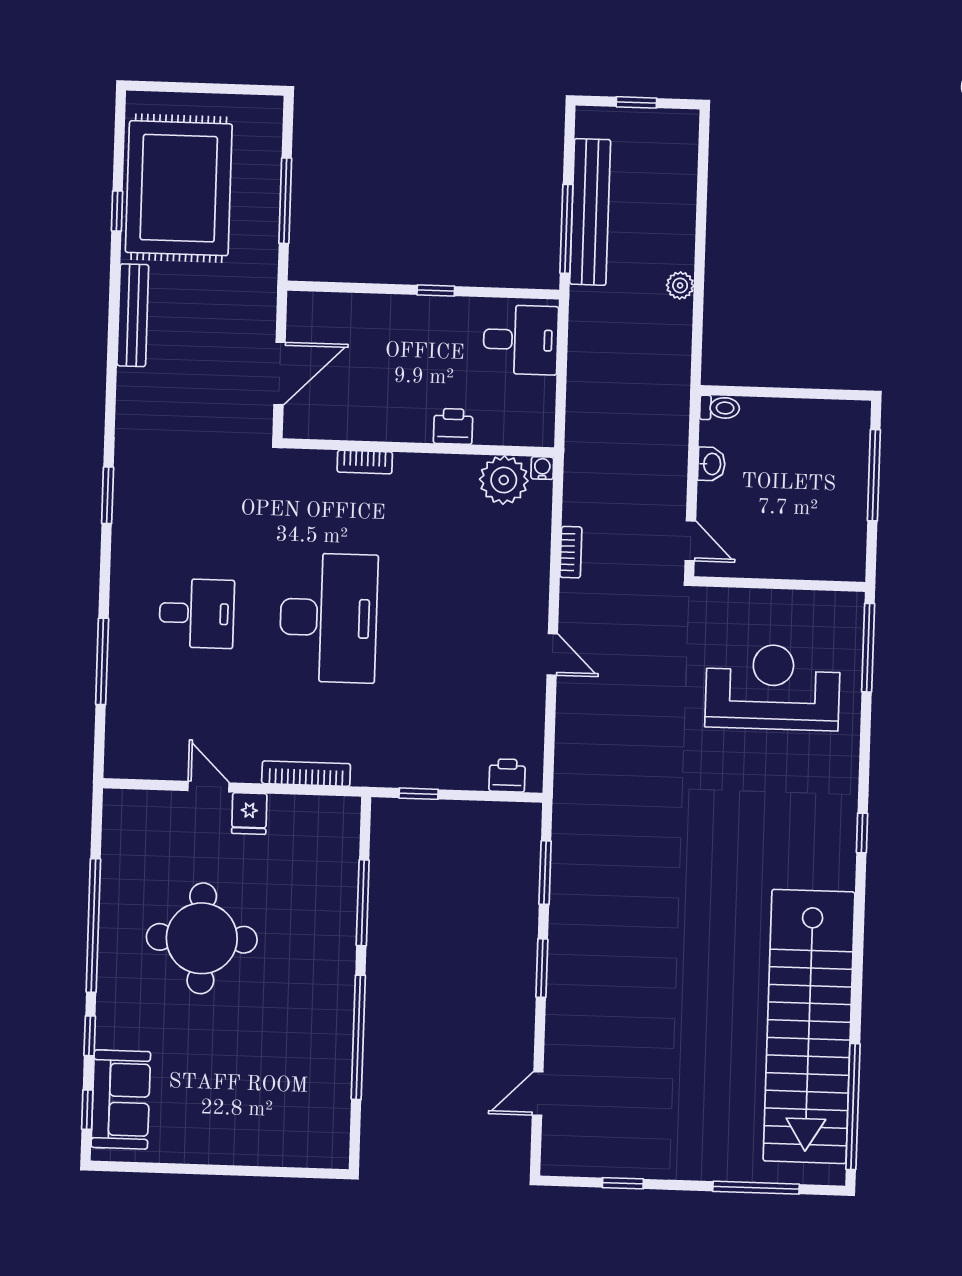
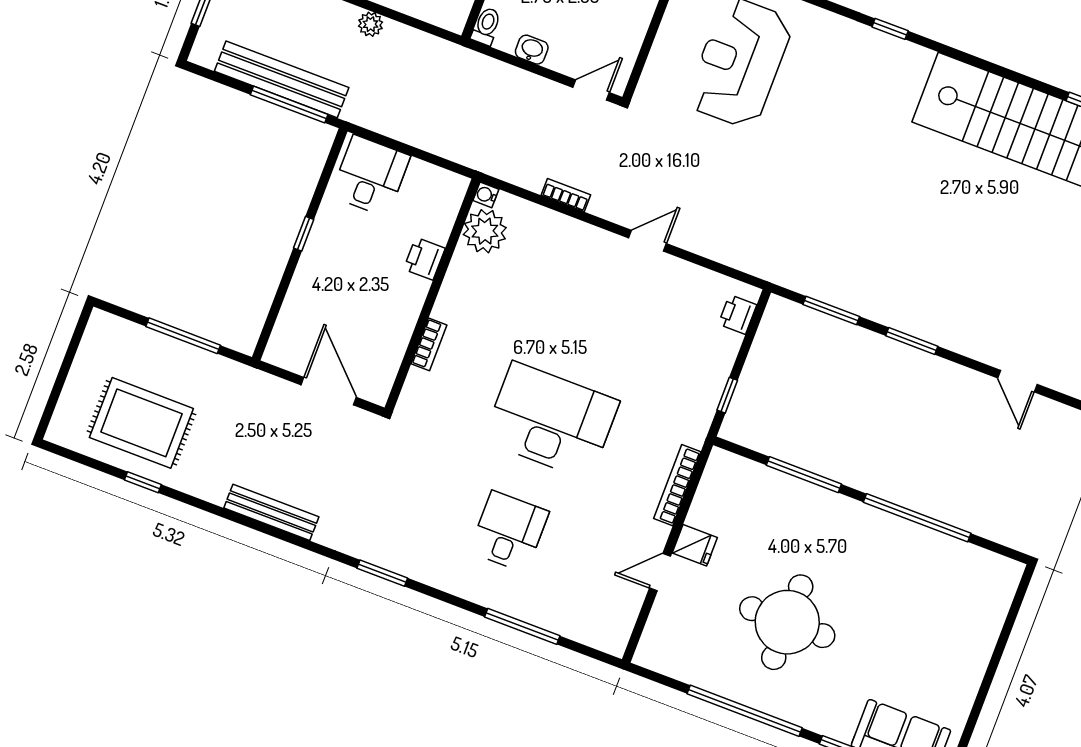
rug: (179, 188) -> (141, 423), width x0.73, depth x0.69
bench: (133, 315) -> (271, 512), moved

